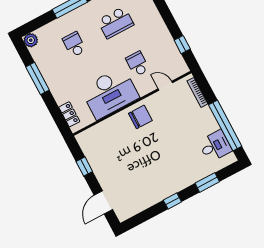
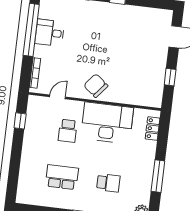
school desk: (74, 44) -> (108, 183), turned -90
door: (165, 86) -> (58, 97), swing flipped
chair: (140, 117) -> (96, 86), turned 39
desk: (215, 146) -> (50, 33), moved

